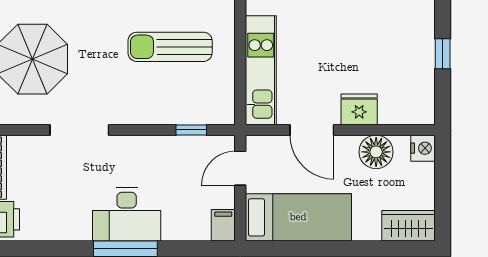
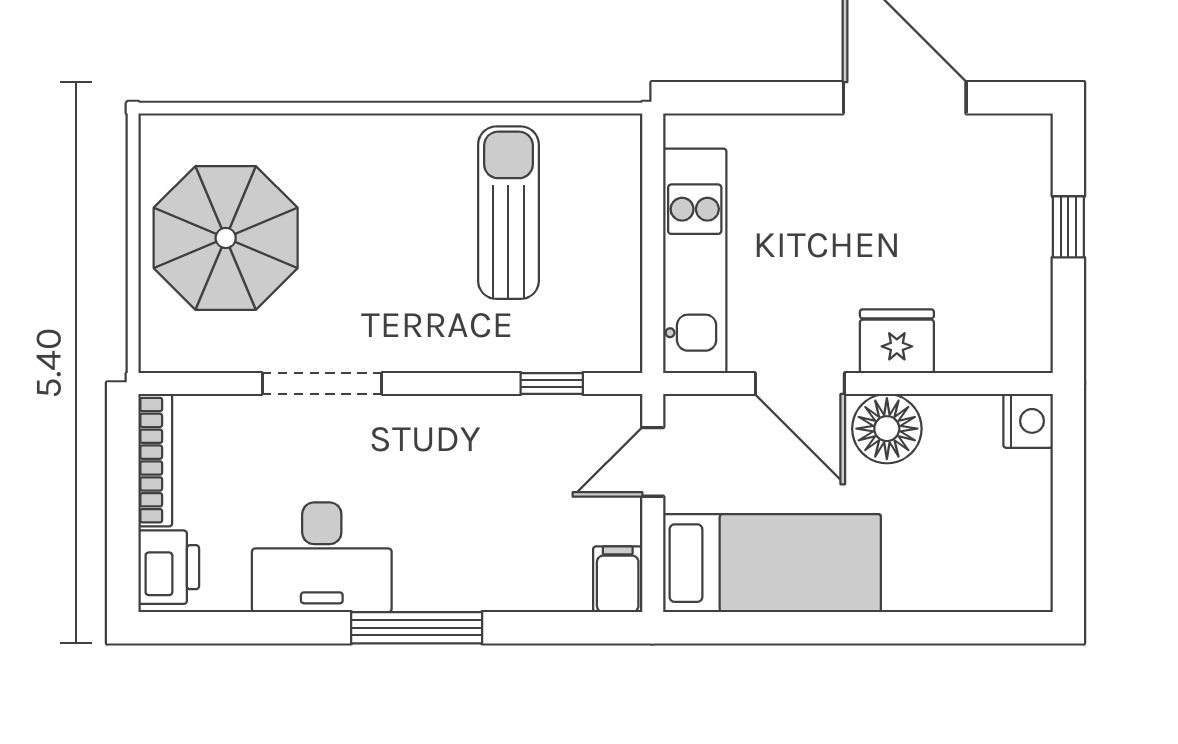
sun lounger: (170, 47) -> (508, 213), turned 90
floor lamp: (376, 152) -> (887, 429), moved
desk: (127, 215) -> (322, 557), moved
wardrobe: (408, 226) -> (998, 580), removed

